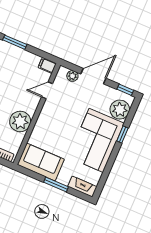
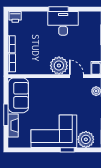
plant: (20, 121) -> (59, 66), moved
fireplace: (82, 187) -> (13, 125), moved

